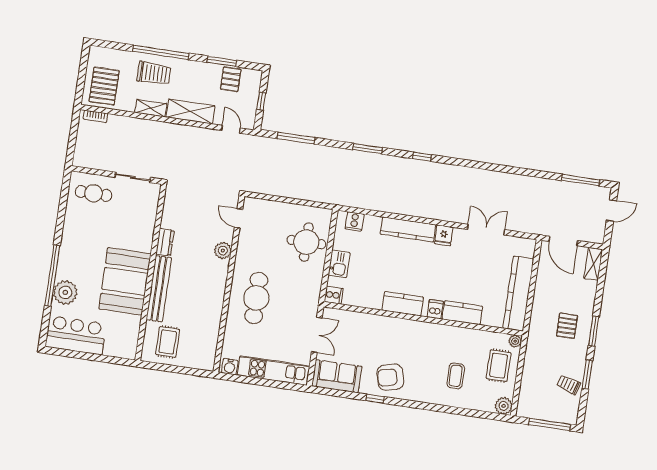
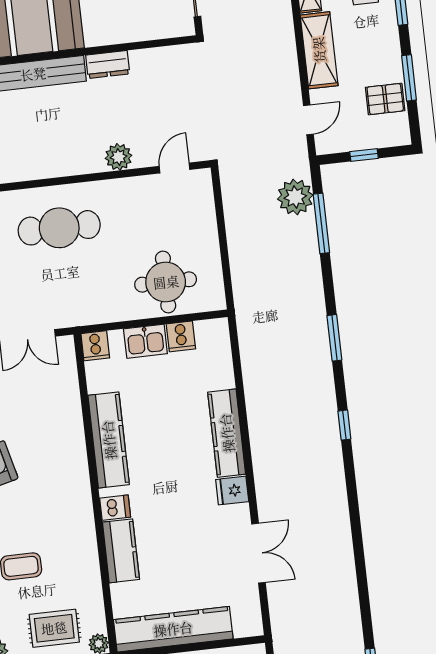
plant: (276, 150) -> (295, 197), added
cooker: (355, 221) -> (181, 336), moved, turned -90
kitchen counter: (403, 304) -> (109, 440), width x1.50

